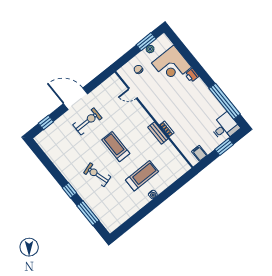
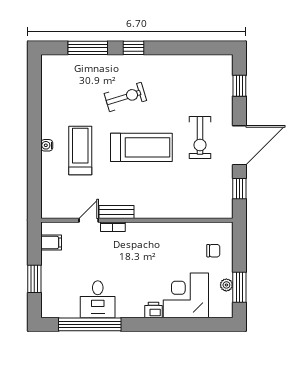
window: (97, 81) -> (239, 189), added
door: (133, 93) -> (89, 220), moved
desk: (225, 127) -> (98, 299), moved
treadmill: (116, 147) -> (141, 147), width x1.37, depth x1.38
treadmill: (142, 176) -> (80, 150), turned 180

